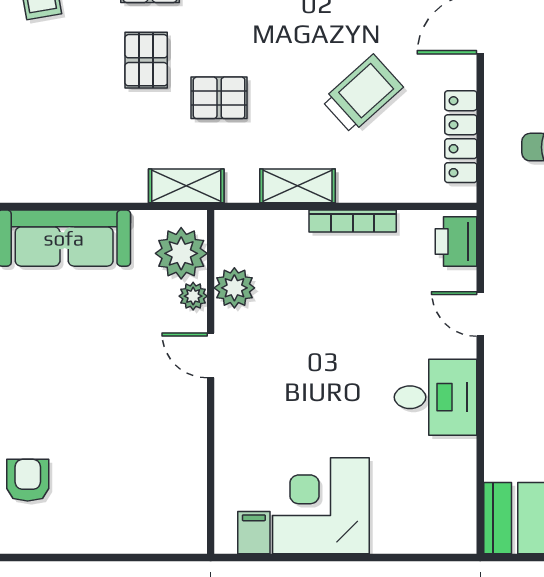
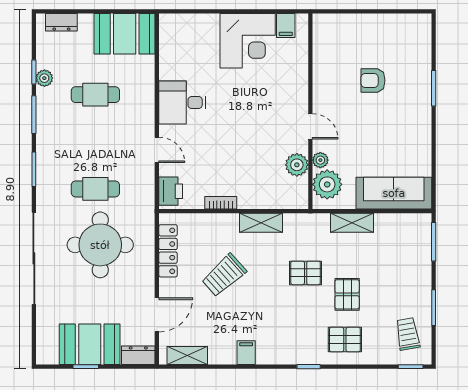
shelving: (186, 186) -> (352, 223), moved
bookcase: (353, 221) -> (221, 203), width x0.64
armchair: (28, 480) -> (373, 80), moved, turned 90

